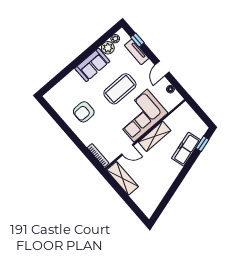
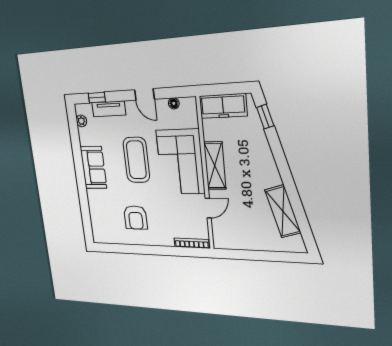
plant: (108, 48) -> (86, 137), removed
freezer: (186, 149) -> (223, 106), moved, turned -74
shelving: (122, 178) -> (283, 211), moved, turned 74

